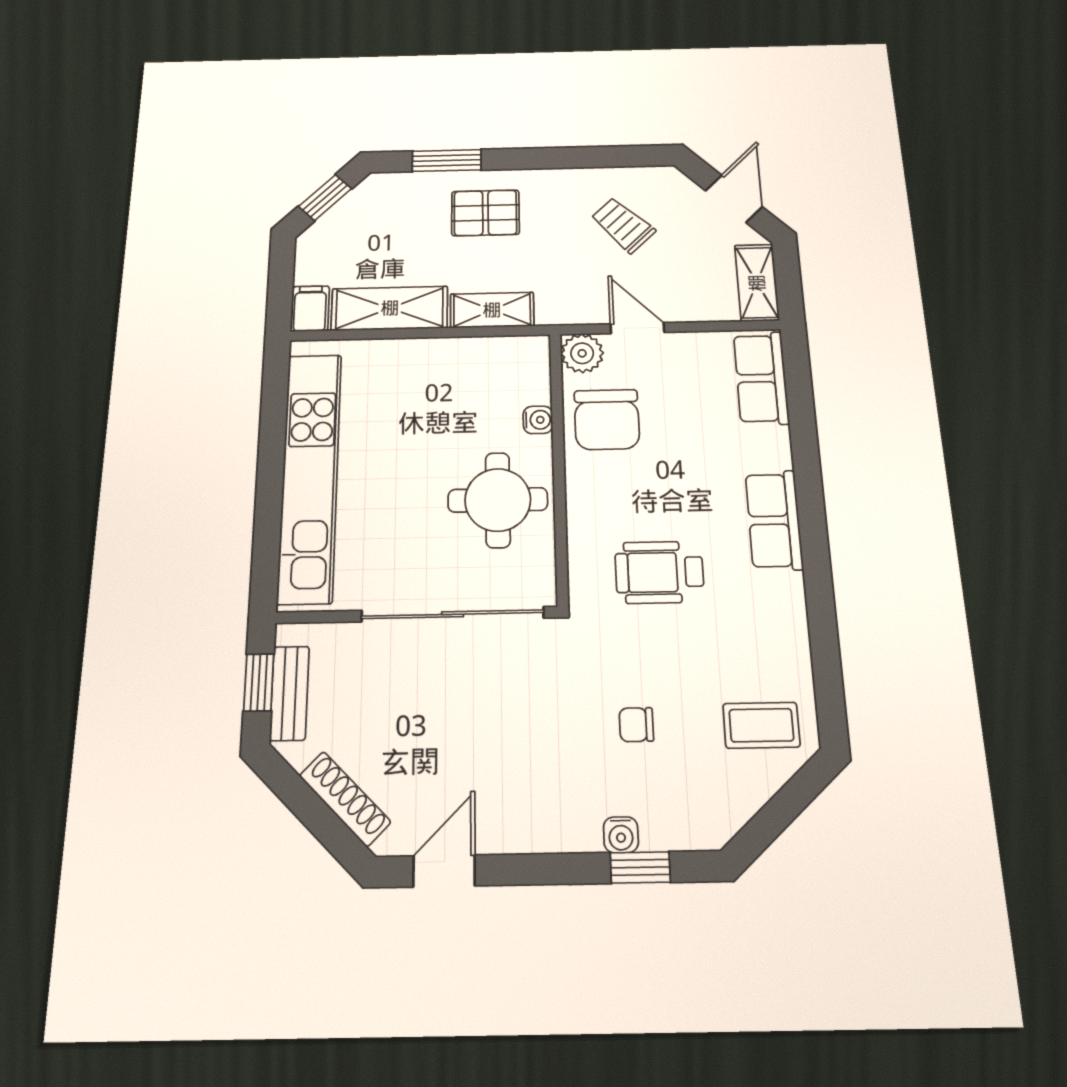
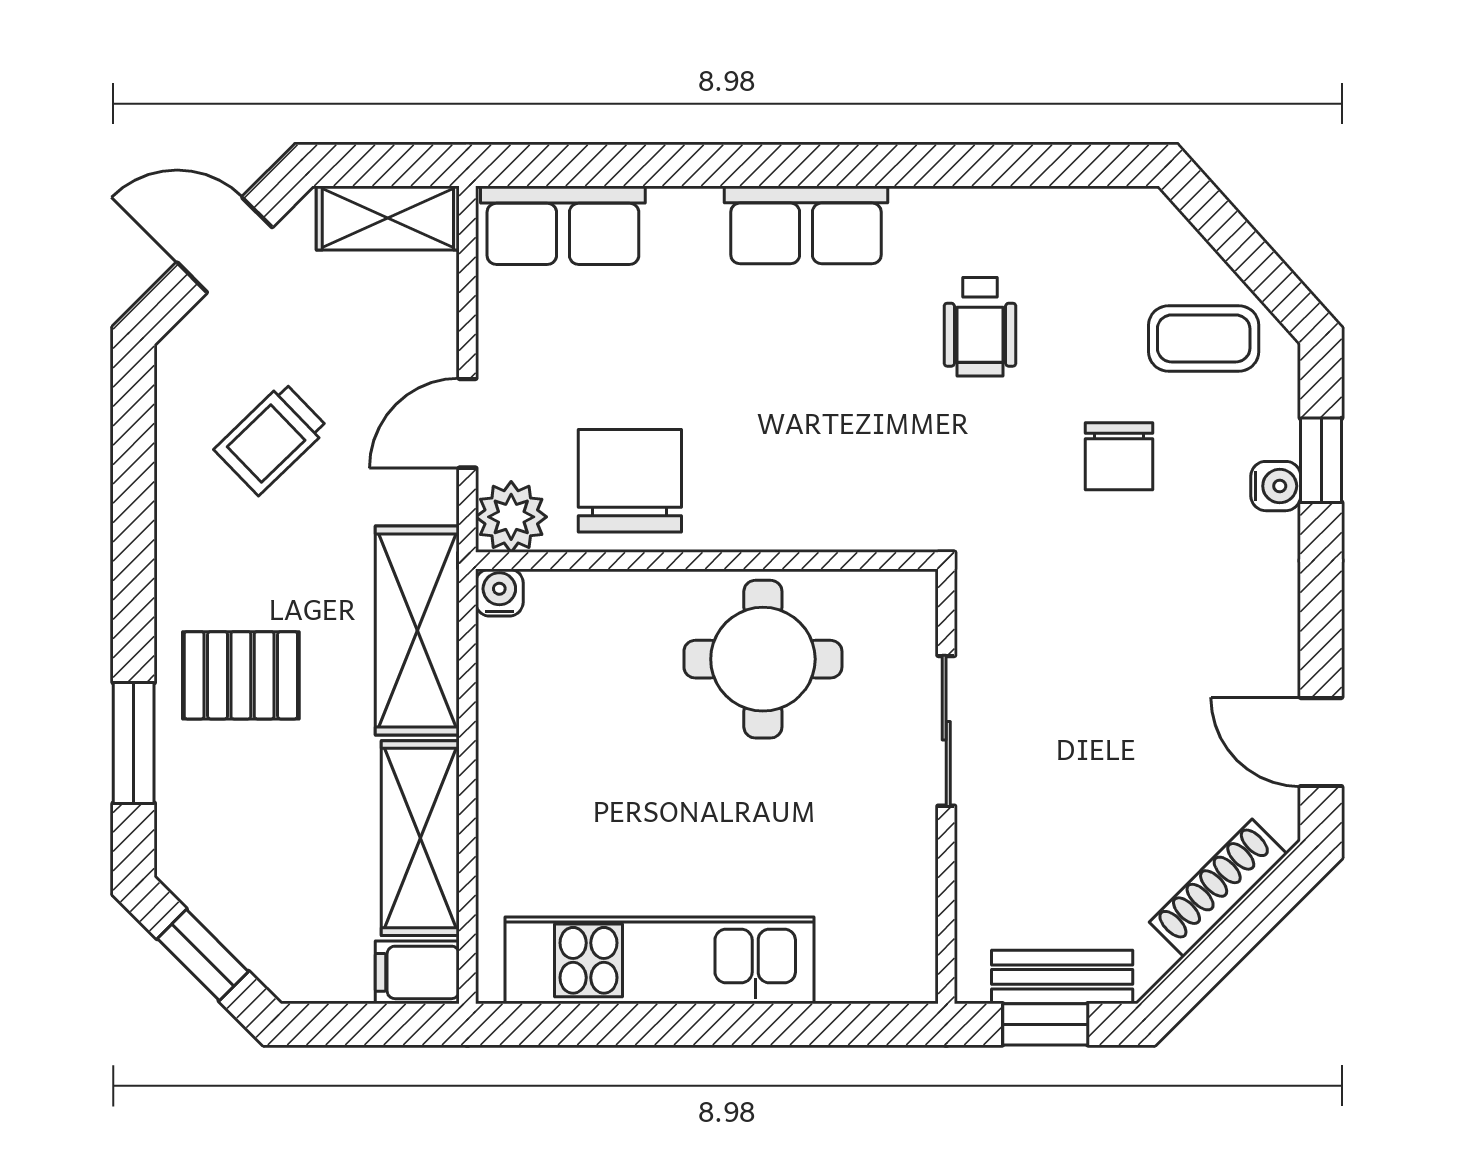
pallet: (485, 213) -> (241, 675), turned 90
shelving: (492, 310) -> (417, 630), width x1.50, depth x1.33
water cooler: (538, 420) -> (499, 593), moved
chair: (607, 420) -> (630, 481), turned -90
kitchen unit: (310, 476) -> (659, 960), width x0.73
wheelchair: (659, 572) -> (980, 327), moved, width x0.73, depth x0.73
sliding door: (452, 614) -> (946, 731), width x0.54
chair: (636, 725) -> (1119, 456), width x1.37, depth x1.37
coffee table: (761, 725) -> (1204, 338), moved, turned 90

